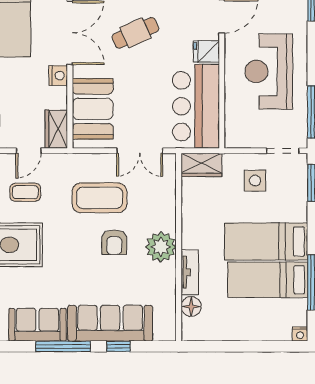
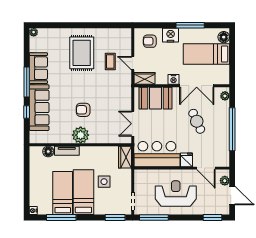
side table: (255, 181) -> (104, 182), moved
coffee table: (100, 198) -> (107, 102), removed

